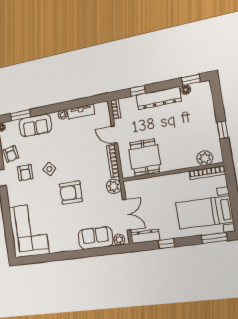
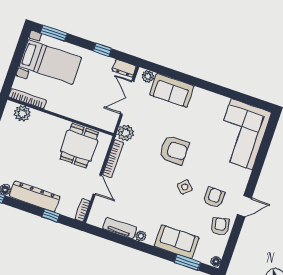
dresser: (145, 236) -> (124, 68), width x0.70

